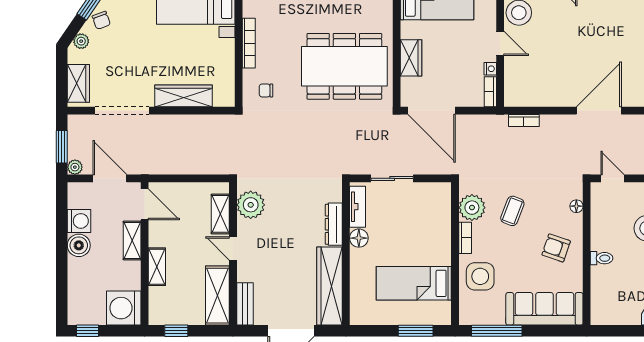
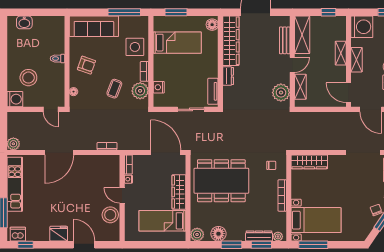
wardrobe: (411, 58) -> (179, 192), width x1.50
wardrobe: (184, 96) -> (309, 162), moved
nightstand: (443, 213) -> (159, 87), added
dresser: (334, 224) -> (228, 76), width x0.70
floor lamp: (359, 238) -> (212, 25), moved
shelving: (132, 240) -> (357, 60), moved
door: (233, 248) -> (292, 65), hinge flipped
bench: (245, 304) -> (285, 40), moved

